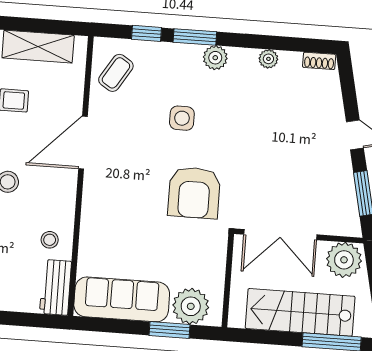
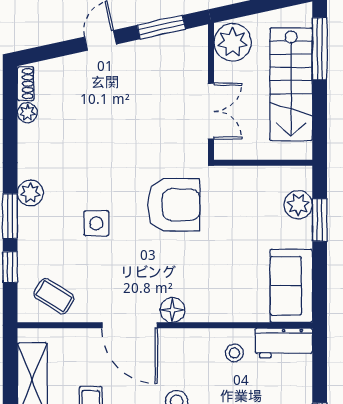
plant: (268, 59) -> (27, 113), moved
floor lamp: (95, 184) -> (172, 310), added
double door: (280, 235) -> (211, 111), width x0.73
sofa: (122, 299) -> (291, 286), width x0.73
plant: (191, 306) -> (298, 205), width x0.73, depth x0.73

